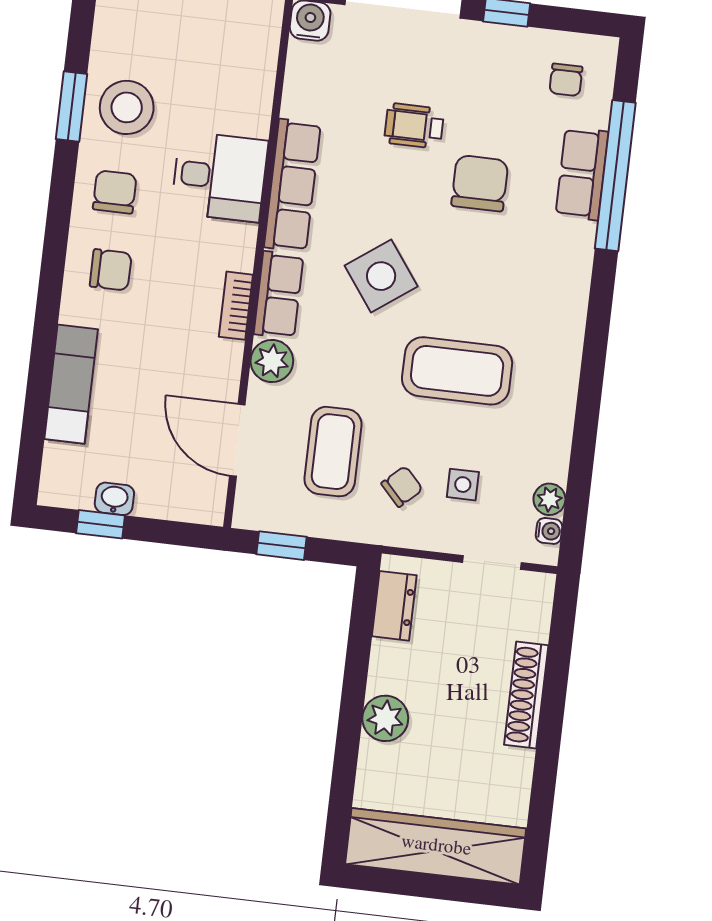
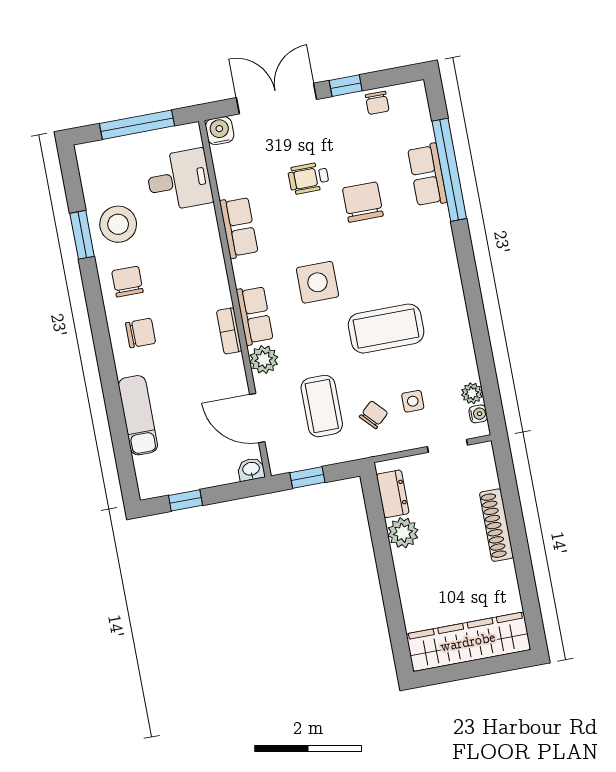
chair: (566, 80) -> (377, 103), moved
desk: (219, 177) -> (179, 180), moved
row of seats: (292, 185) -> (239, 227), width x0.68
side table: (381, 276) -> (317, 282), turned 36
washbasin: (114, 499) -> (251, 469), moved
plant: (385, 718) -> (403, 533), moved

